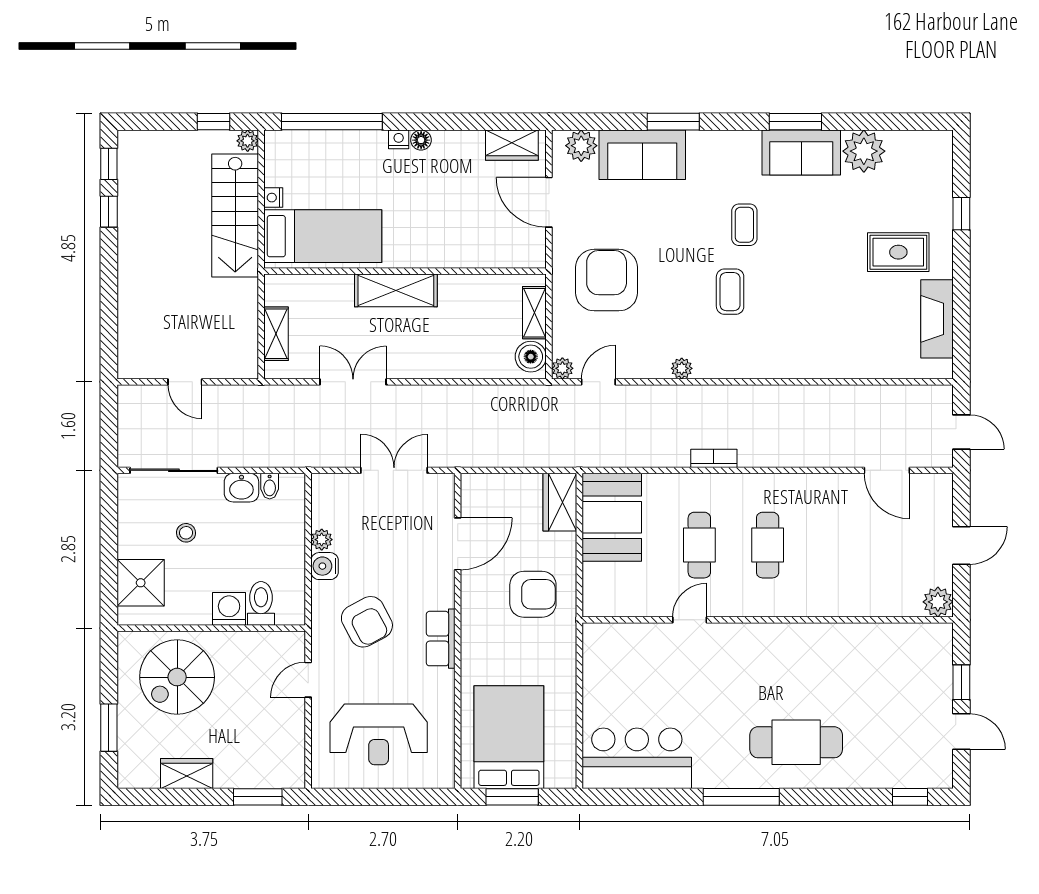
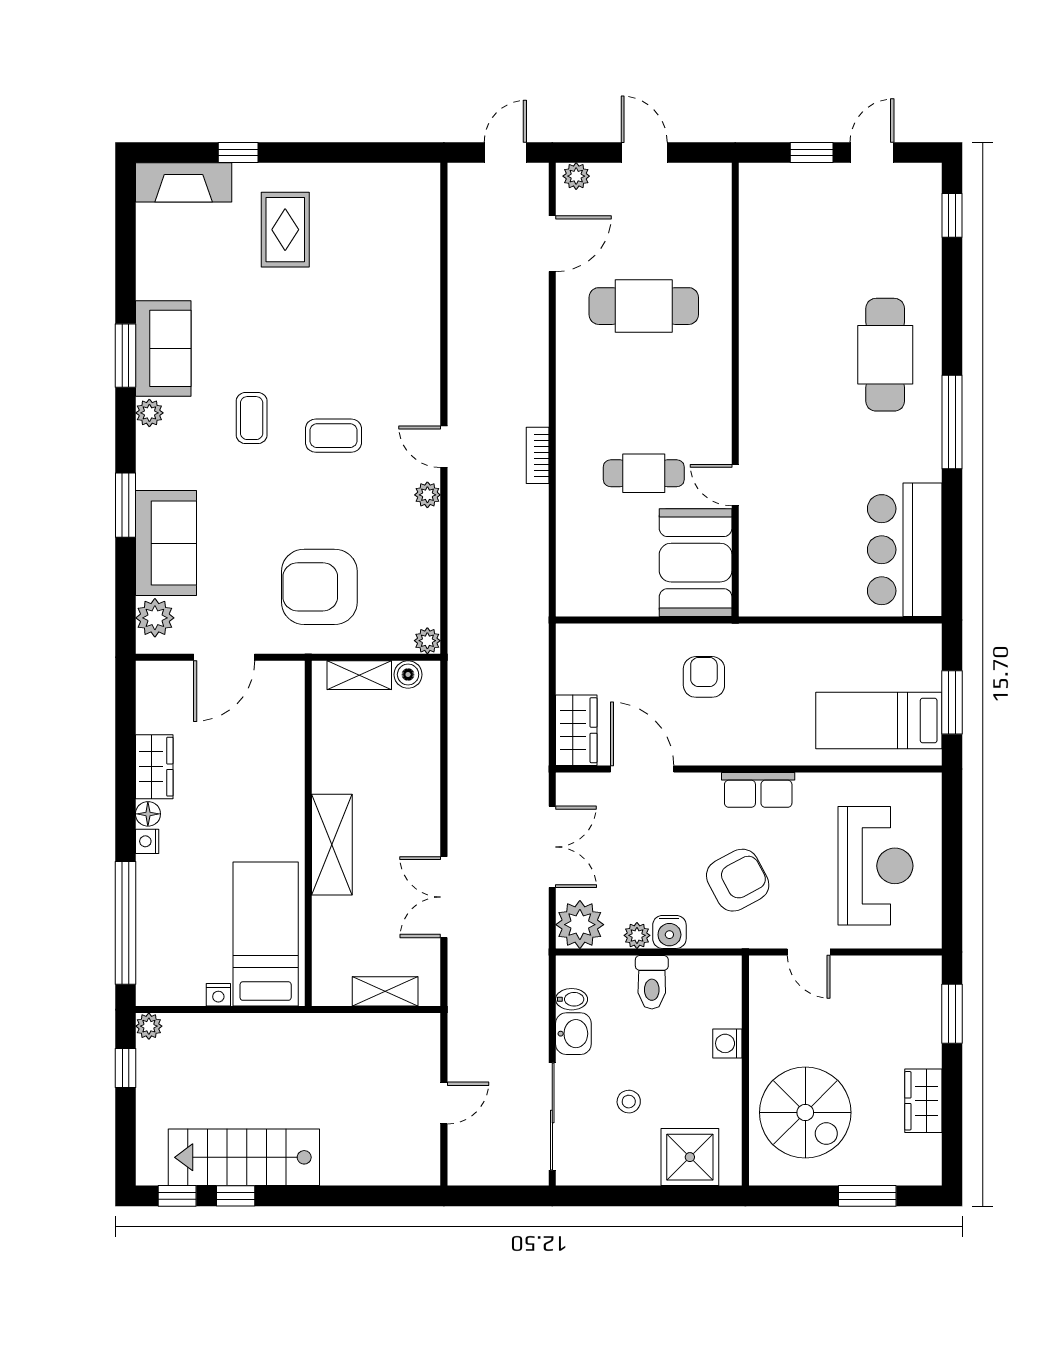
wardrobe: (512, 145) -> (154, 767), moved
plant: (864, 151) -> (149, 413), moved, width x0.53, depth x0.53
stairs: (235, 215) -> (244, 1157), moved, turned 180
coffee table: (744, 225) -> (252, 418), turned 90
fireplace: (937, 319) -> (184, 182), moved
boiler: (531, 357) -> (408, 675), width x0.73, depth x0.73
door: (598, 382) -> (444, 447), moved
double door: (394, 470) -> (552, 847), swing flipped
plant: (331, 493) -> (580, 925), added
wardrobe: (560, 502) -> (576, 730), moved, turned -90
booth: (612, 517) -> (696, 563), moved, turned 90
cafe table: (768, 545) -> (644, 306), moved, width x1.37, depth x1.35
armchair: (533, 594) -> (704, 677), width x0.72, depth x0.72
plant: (938, 602) -> (576, 176), moved, width x0.73, depth x0.73
toilet: (261, 603) -> (652, 982), moved, turned -90
washing machine: (229, 609) -> (727, 1043), width x0.73, depth x0.73
bed: (509, 737) -> (879, 720), width x0.67

